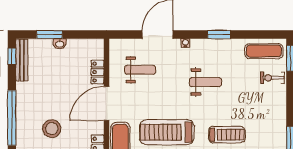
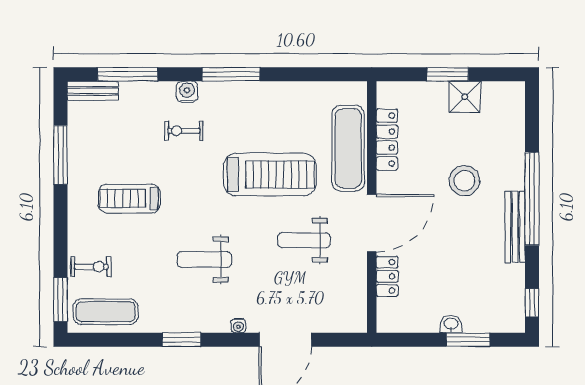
bench: (22, 60) -> (515, 227), moved
weight bench: (140, 70) -> (304, 240), moved
treadmill: (227, 135) -> (129, 198), moved

